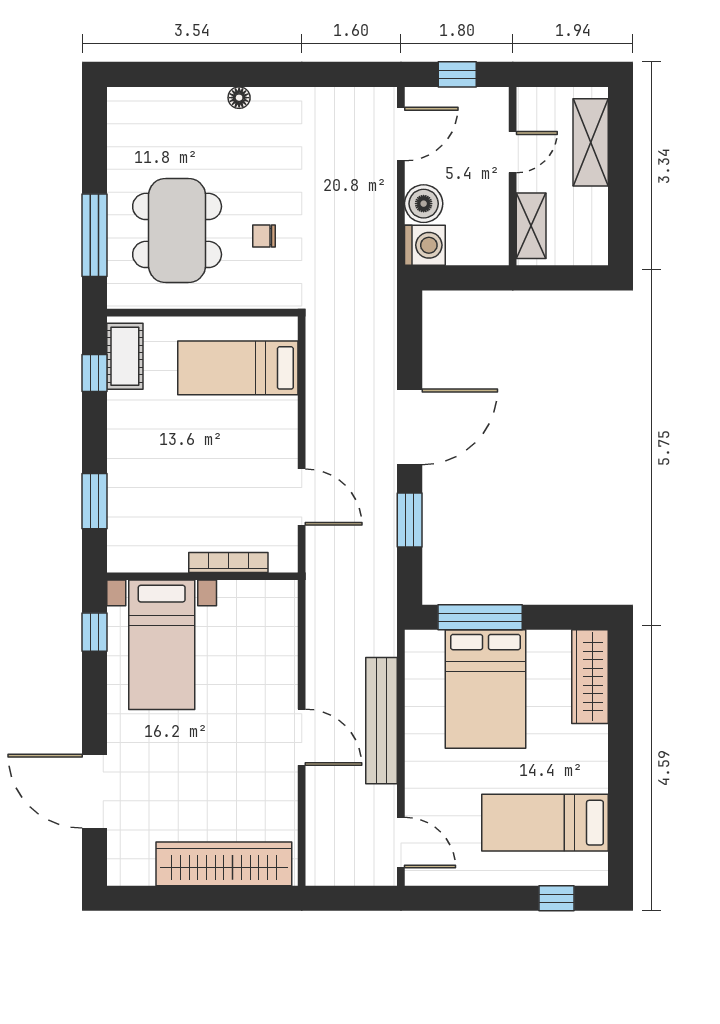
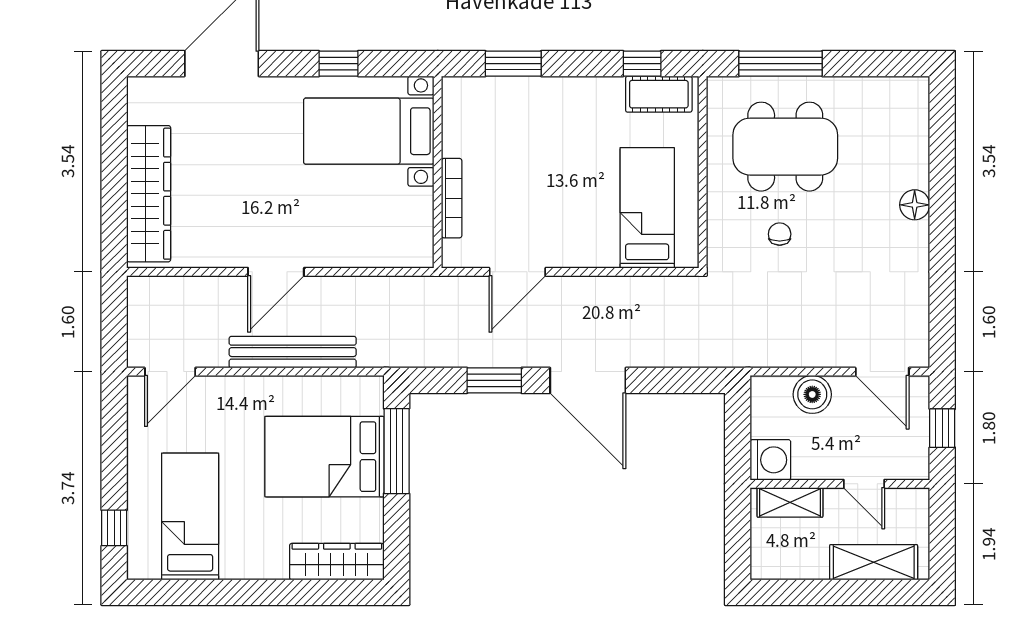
floor lamp: (239, 98) -> (915, 205), width x1.37, depth x1.37
washing machine: (425, 245) -> (770, 460), moved, turned -90
window: (94, 632) -> (339, 64), moved

